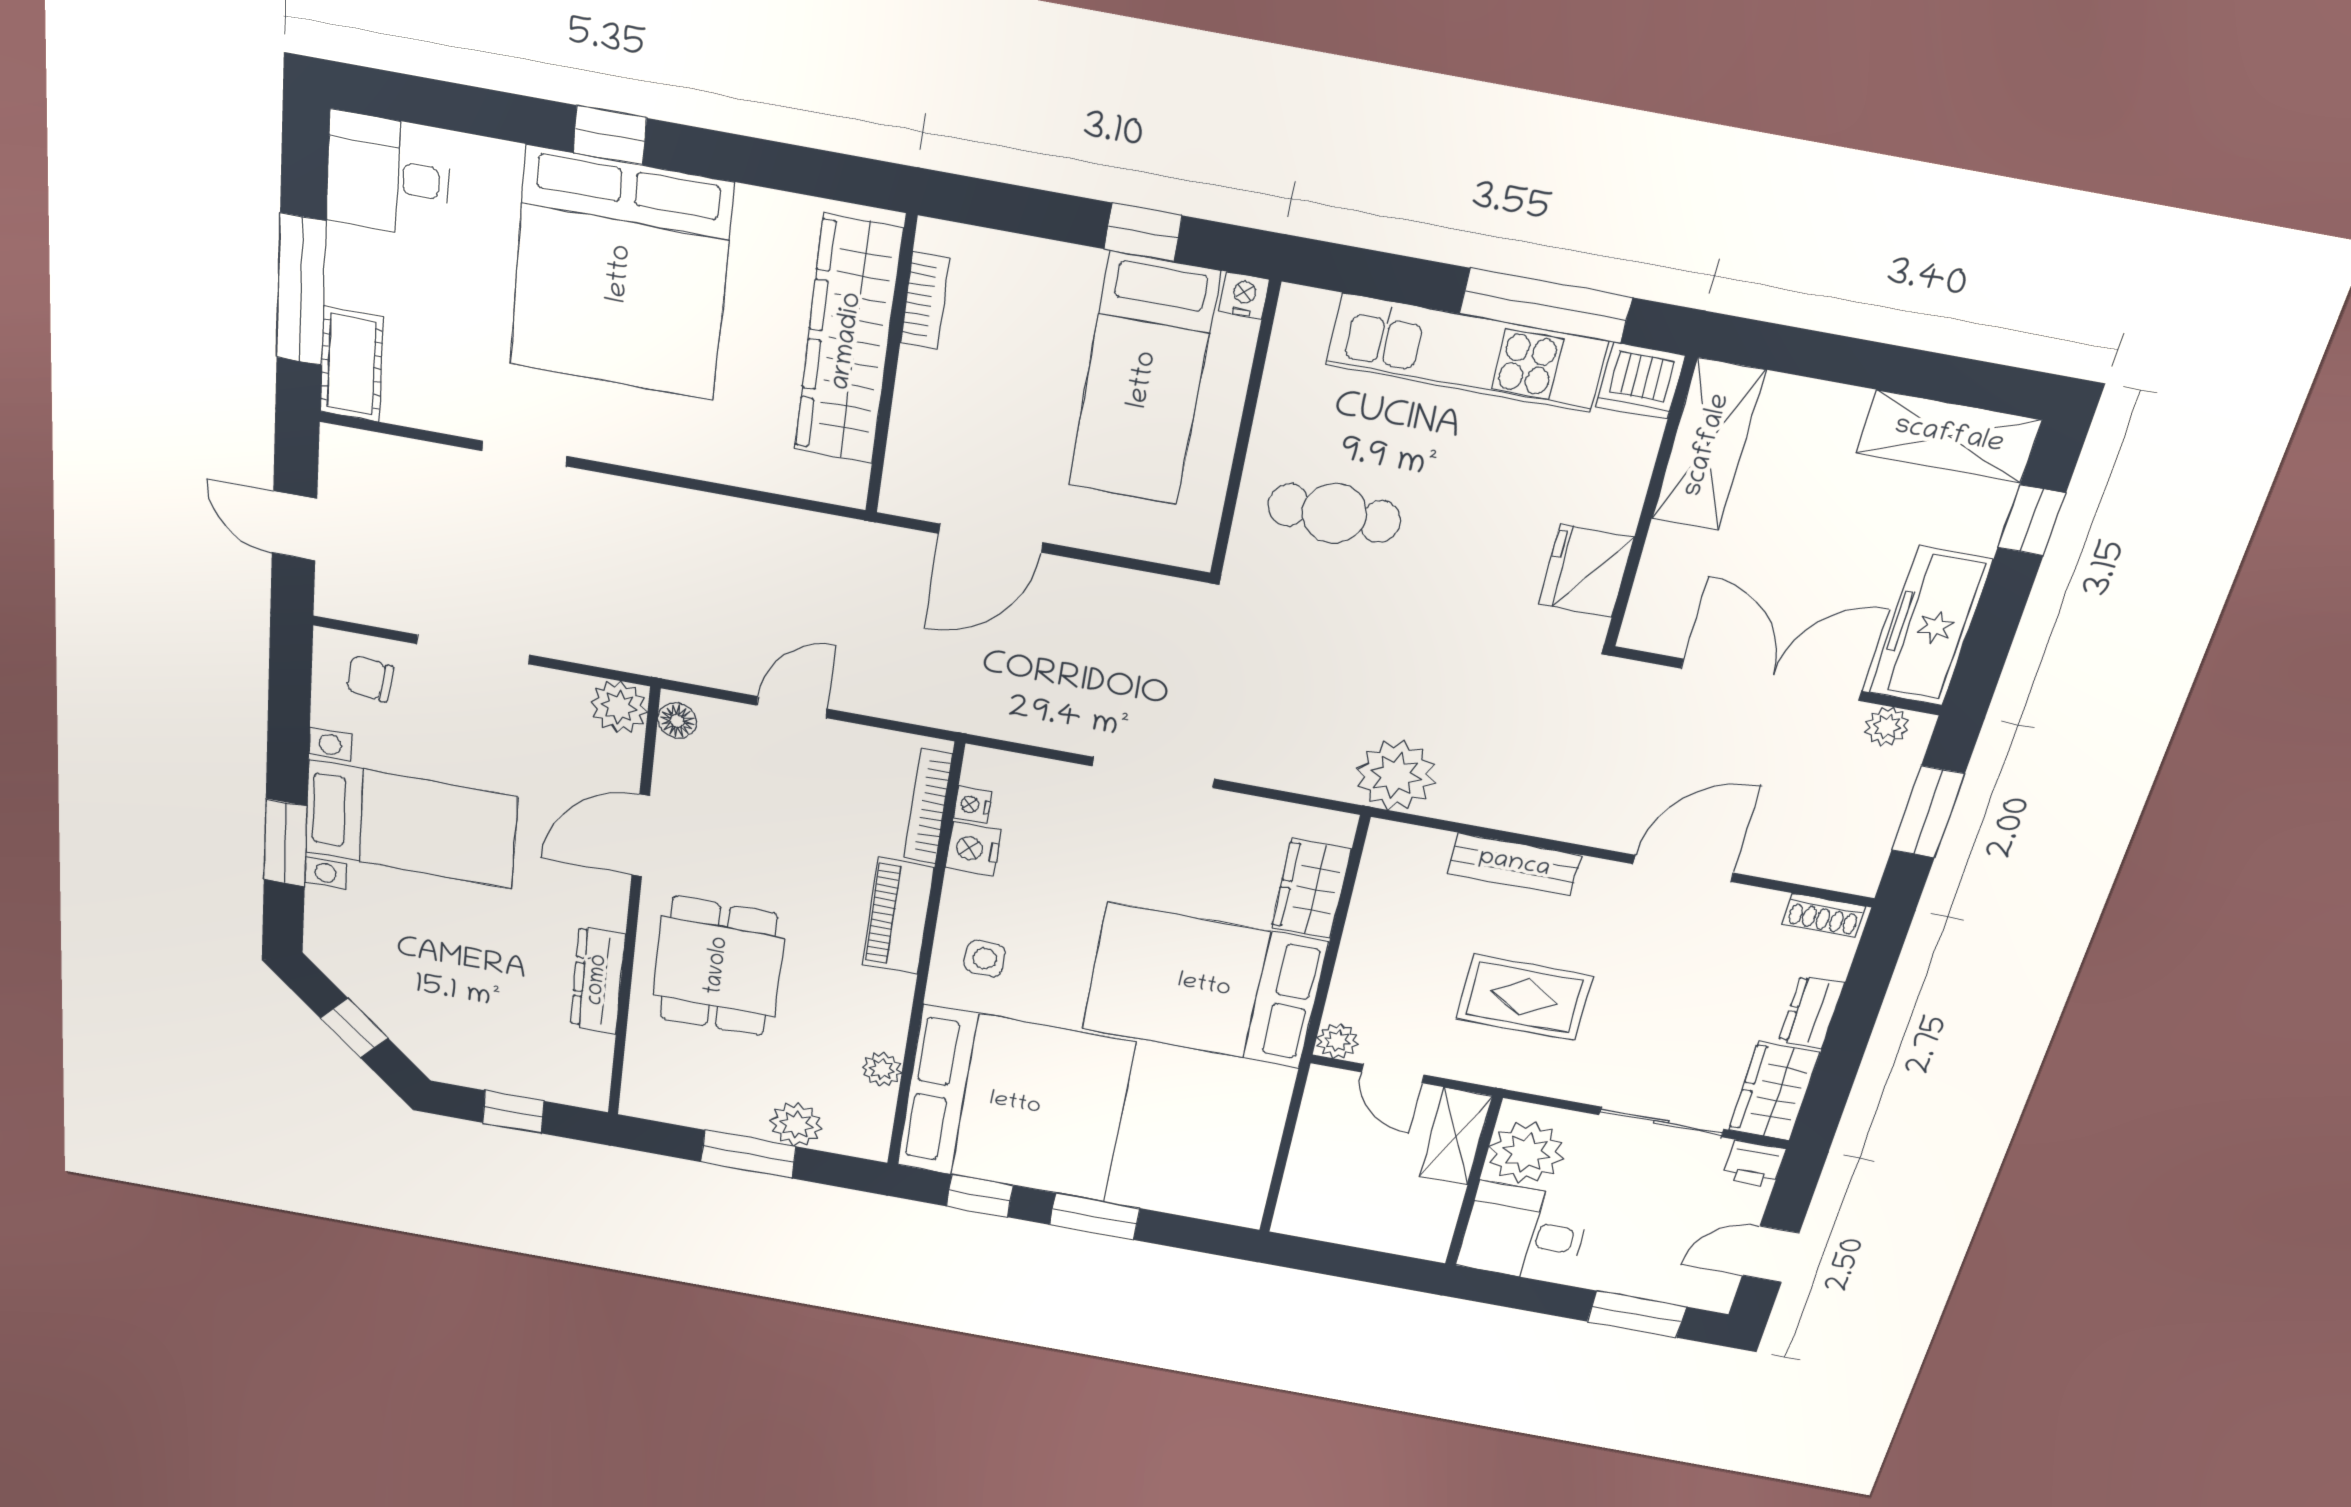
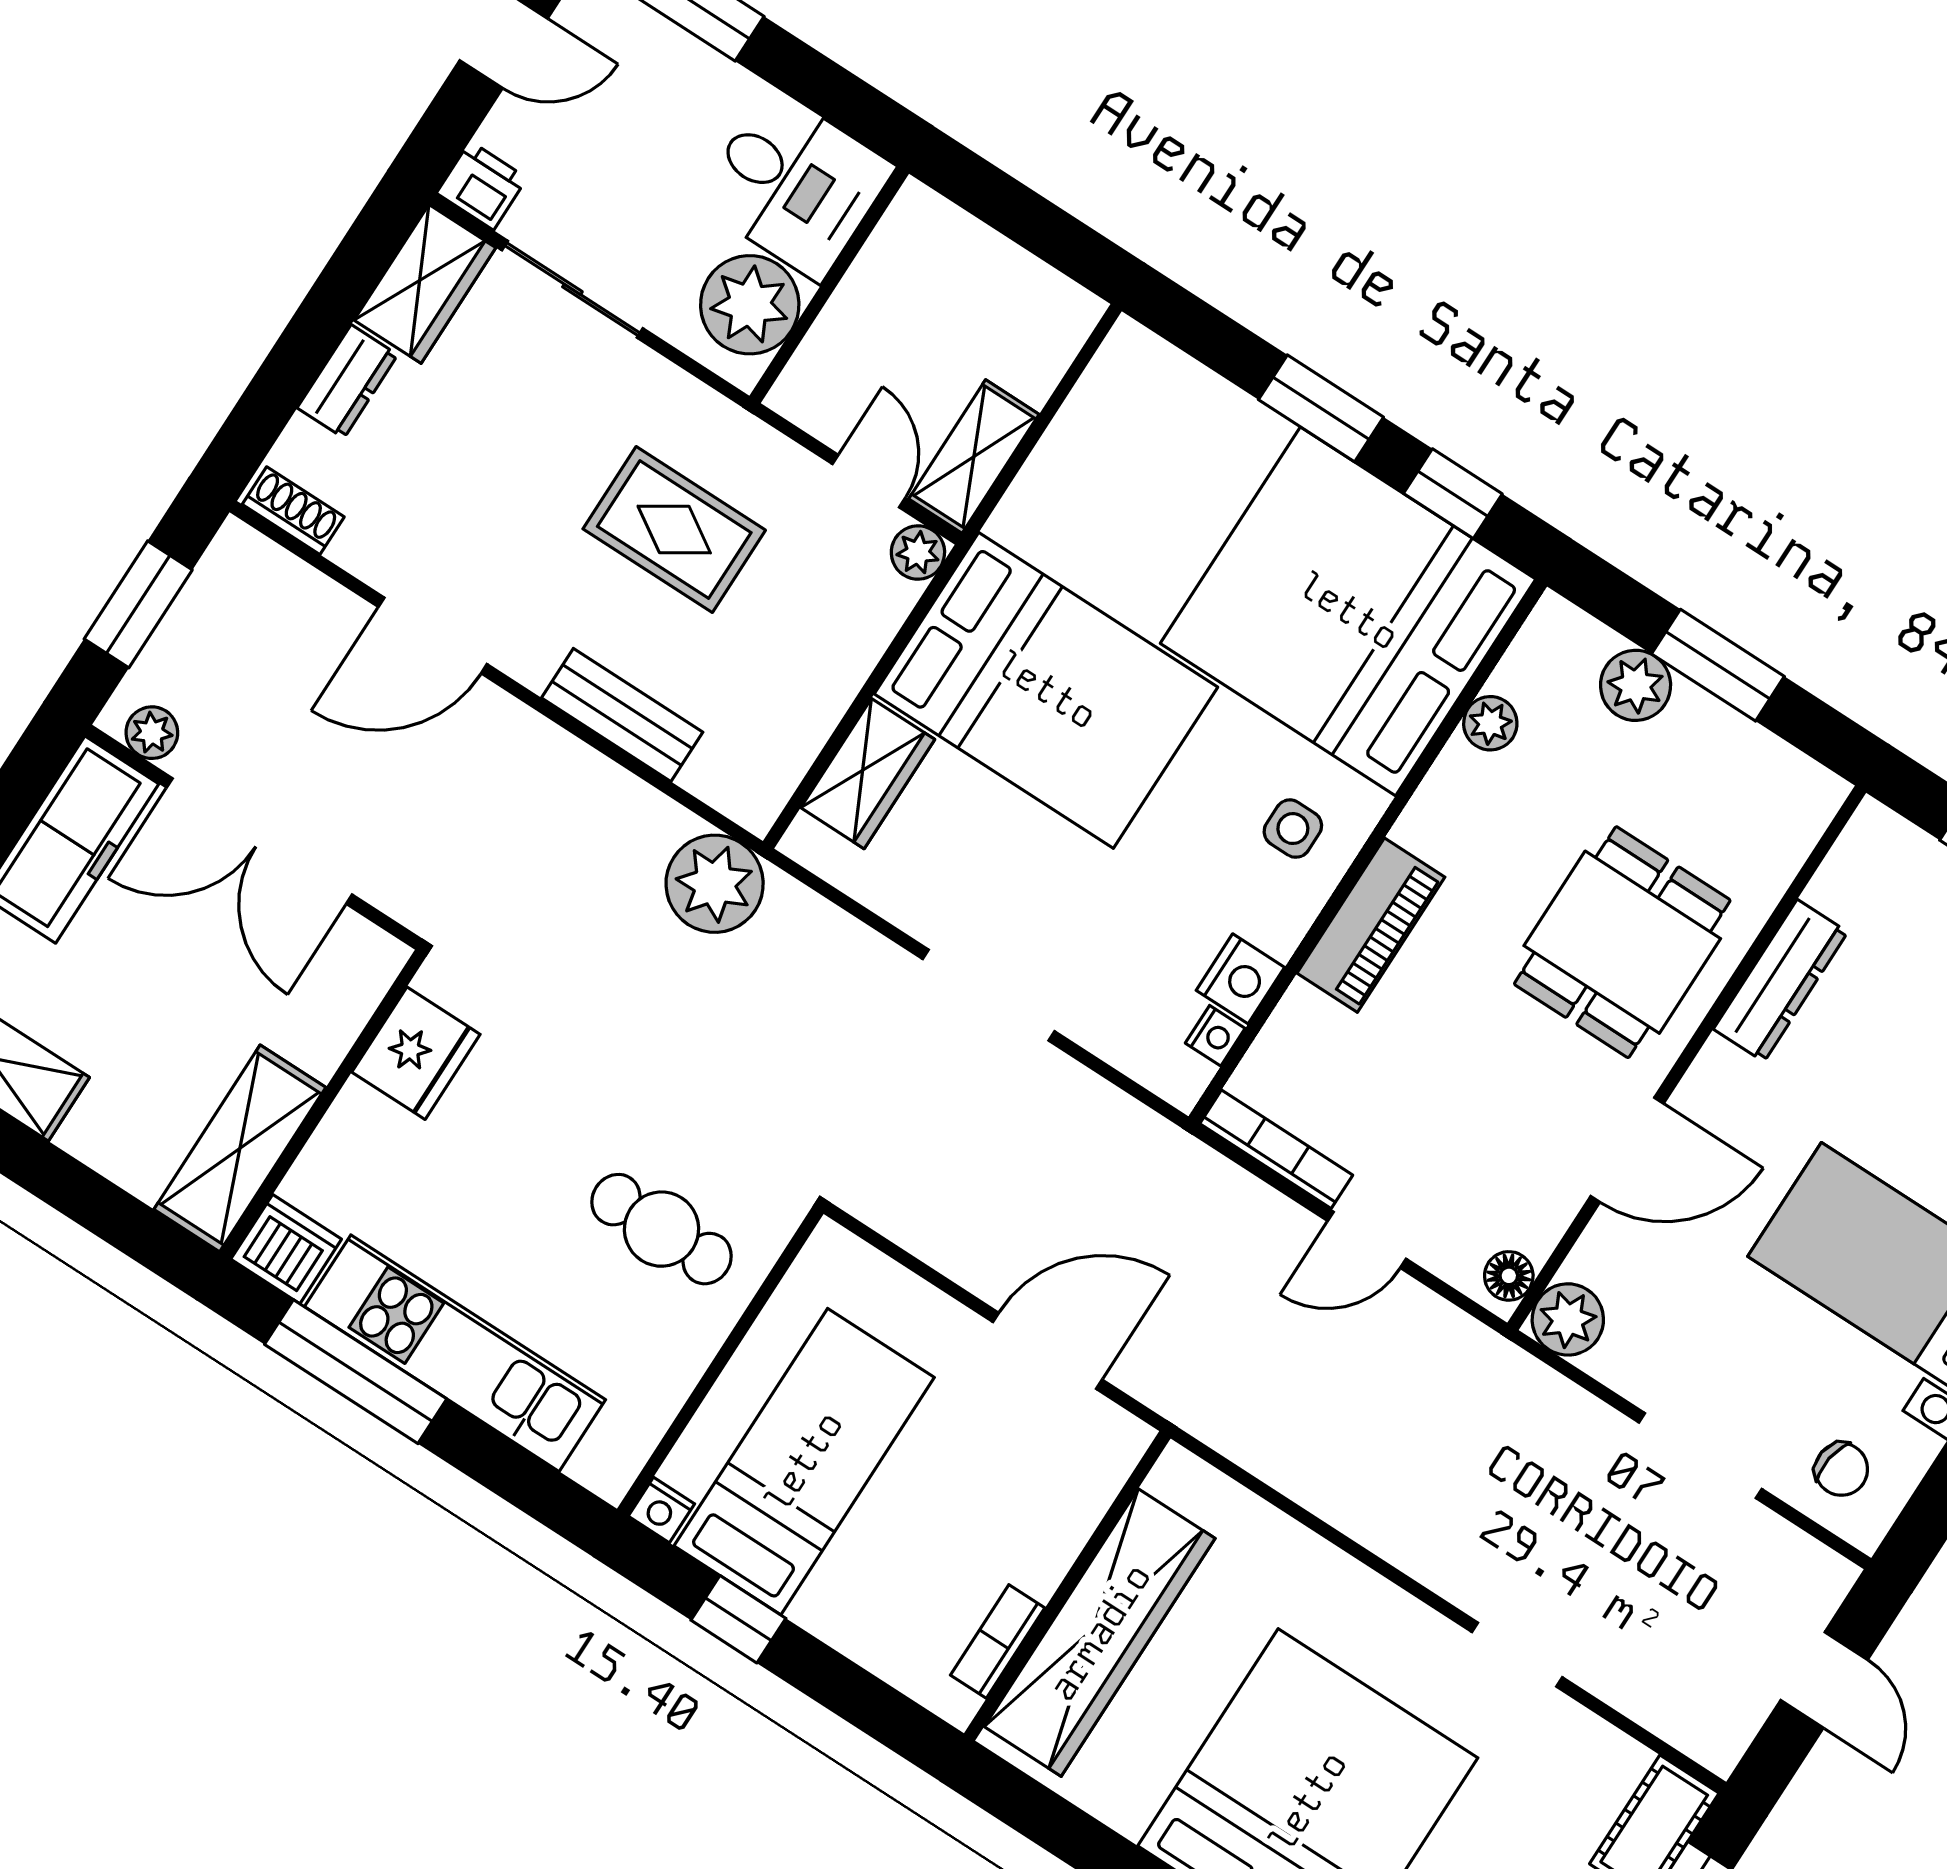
bookcase: (928, 806) -> (1276, 1149), moved, turned -90
shelving: (1456, 1136) -> (974, 457), moved

